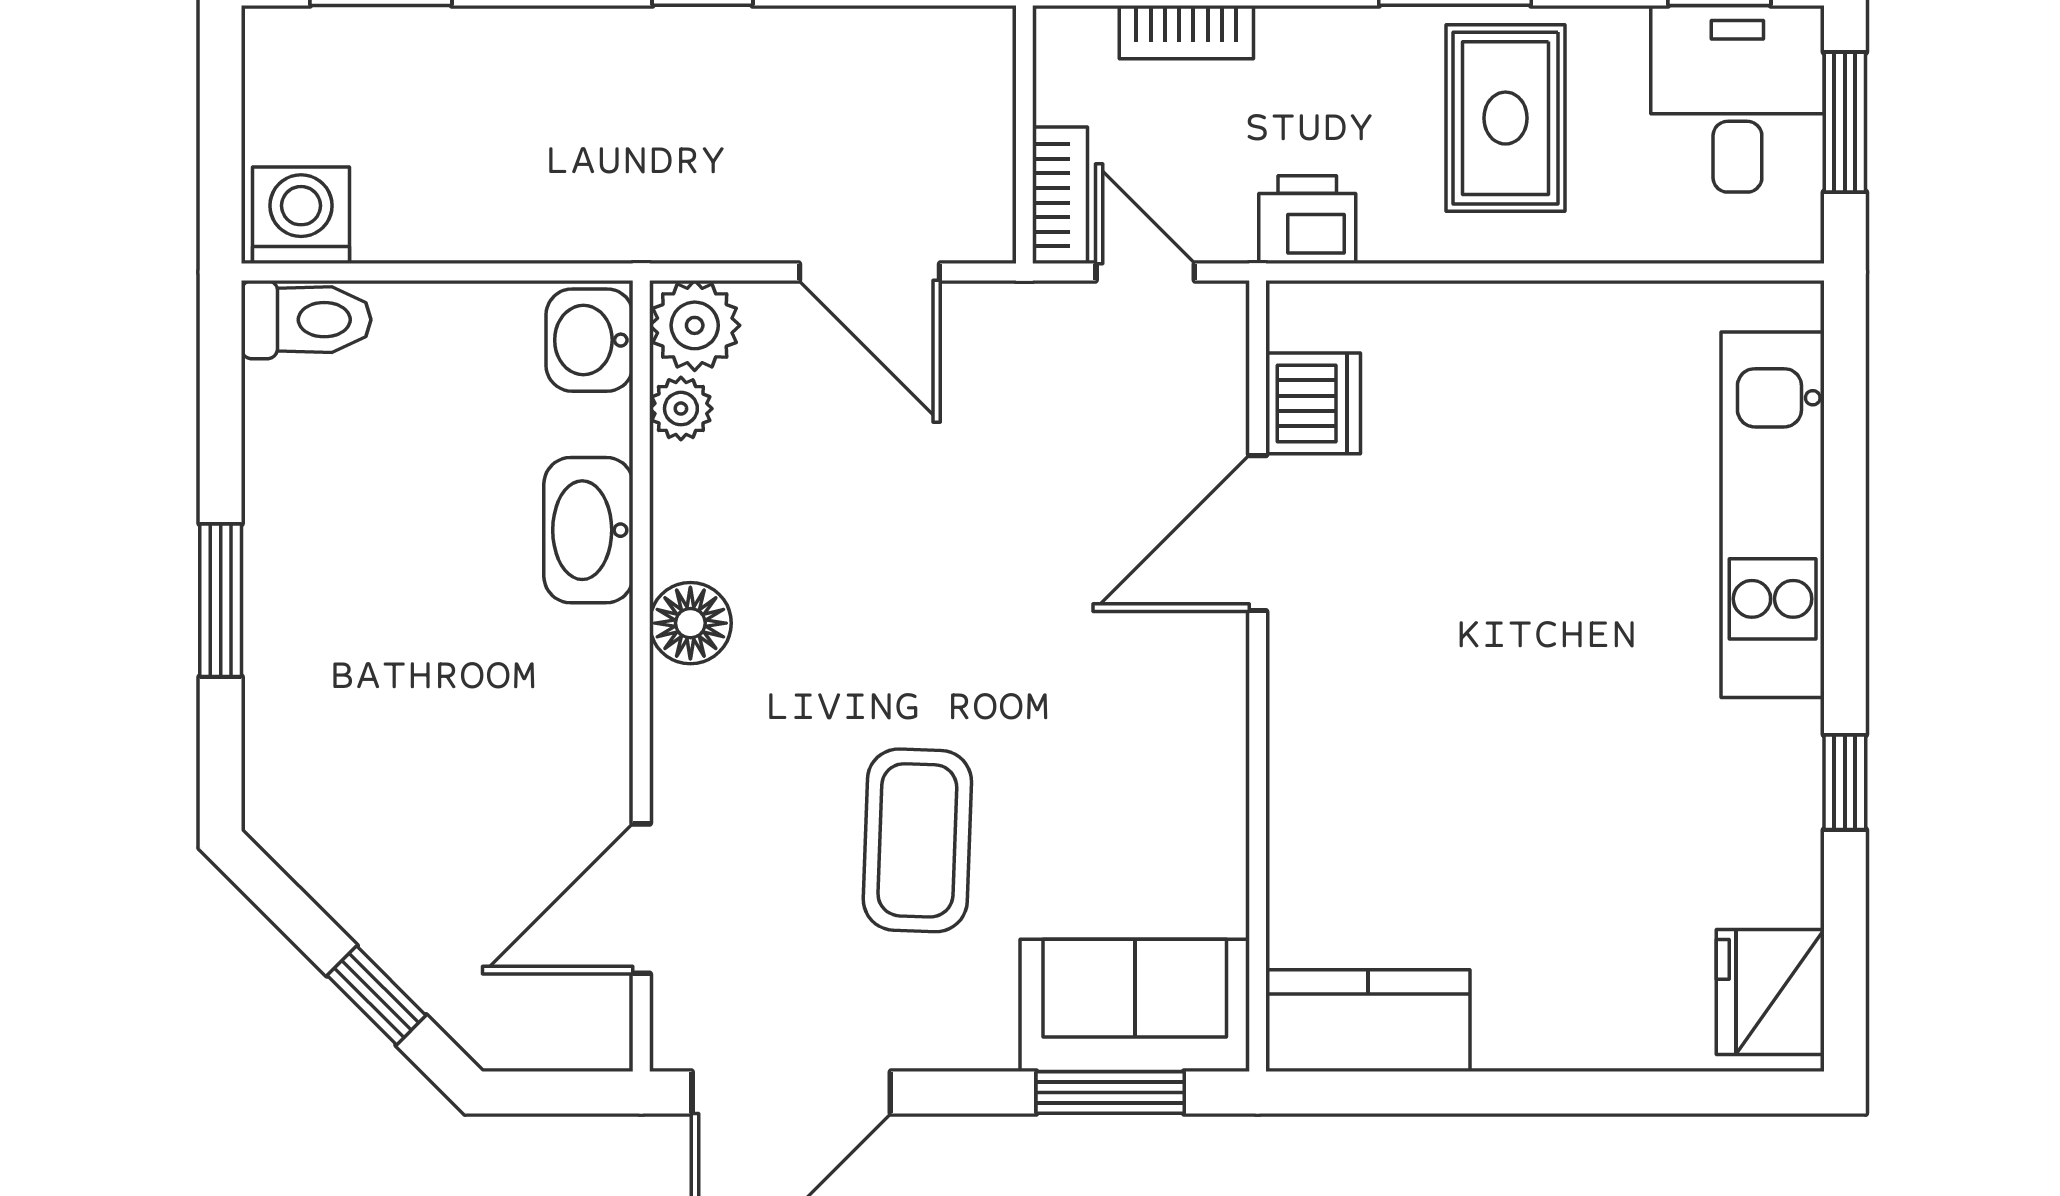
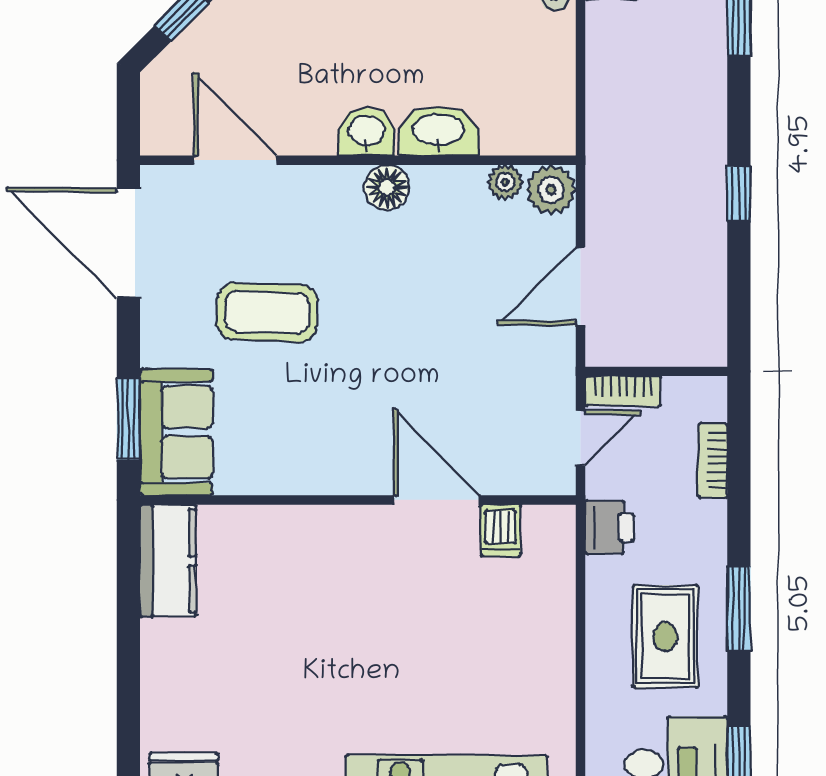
rug: (1505, 118) -> (665, 637), turned 90
washbasin: (590, 340) -> (366, 132), moved
dishwasher: (1313, 403) -> (500, 531), width x0.73

